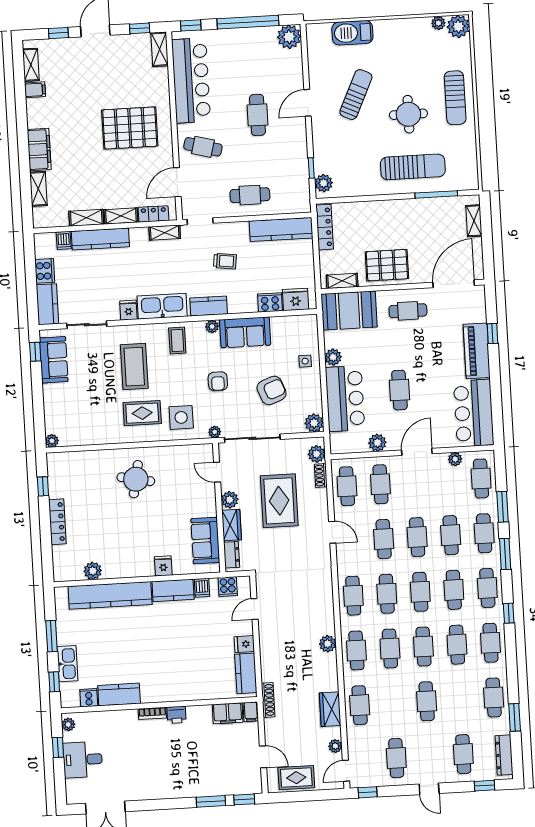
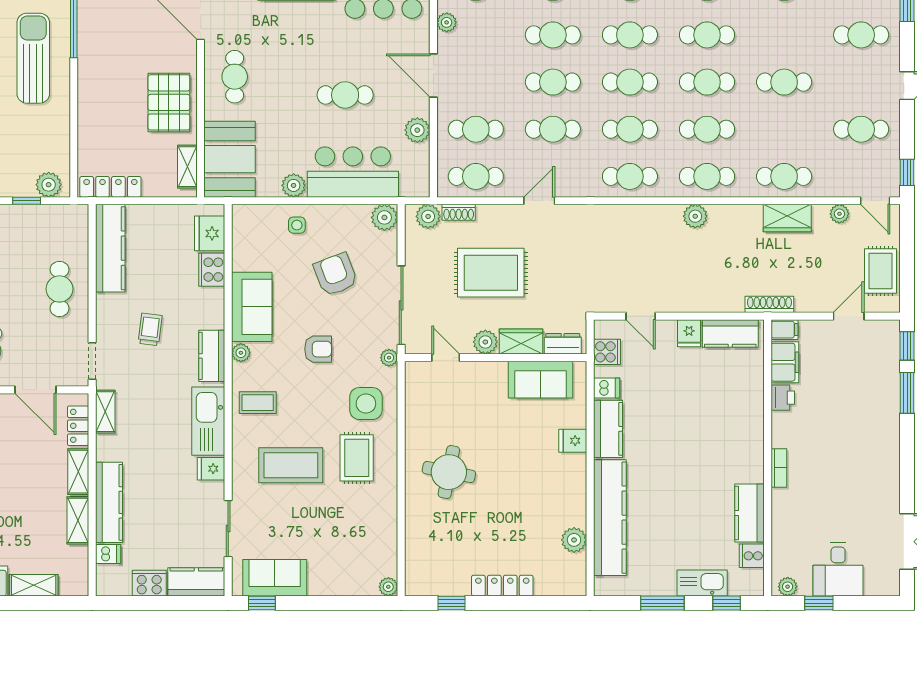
door: (217, 472) -> (446, 358), swing flipped
printer: (177, 715) -> (783, 398), moved

